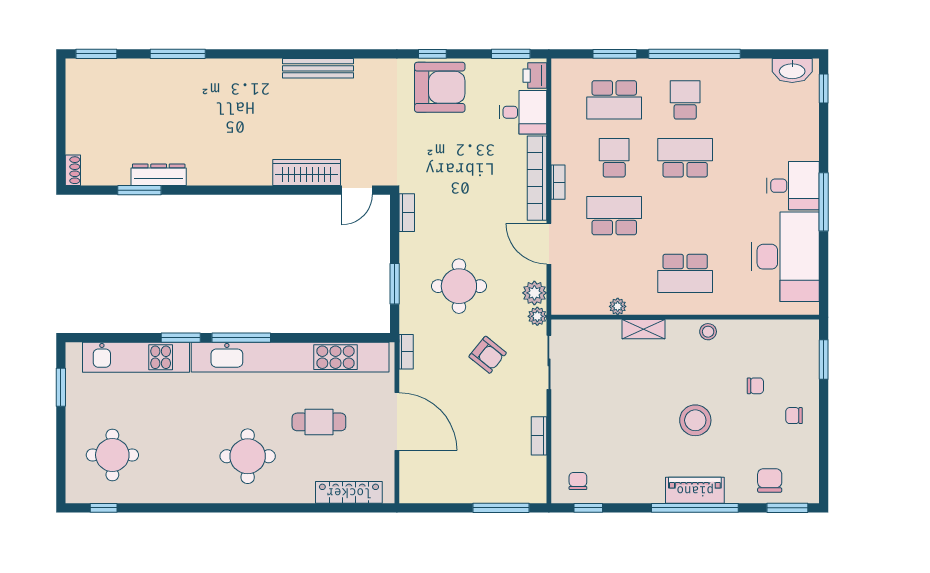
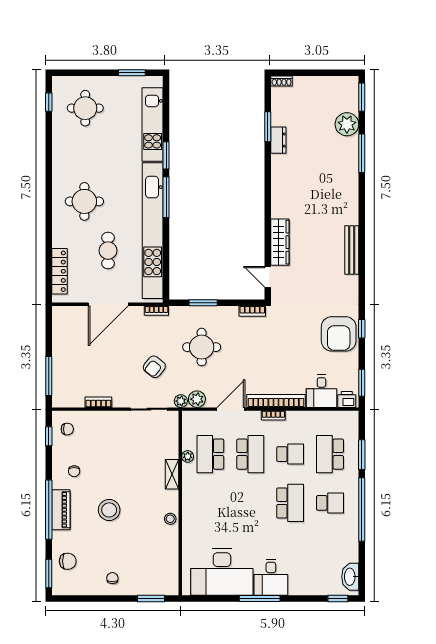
plant: (136, 75) -> (347, 124), added
dresser: (159, 175) -> (278, 140), width x0.70
school desk: (685, 273) -> (210, 454), moved
chair: (755, 386) -> (74, 471), moved

